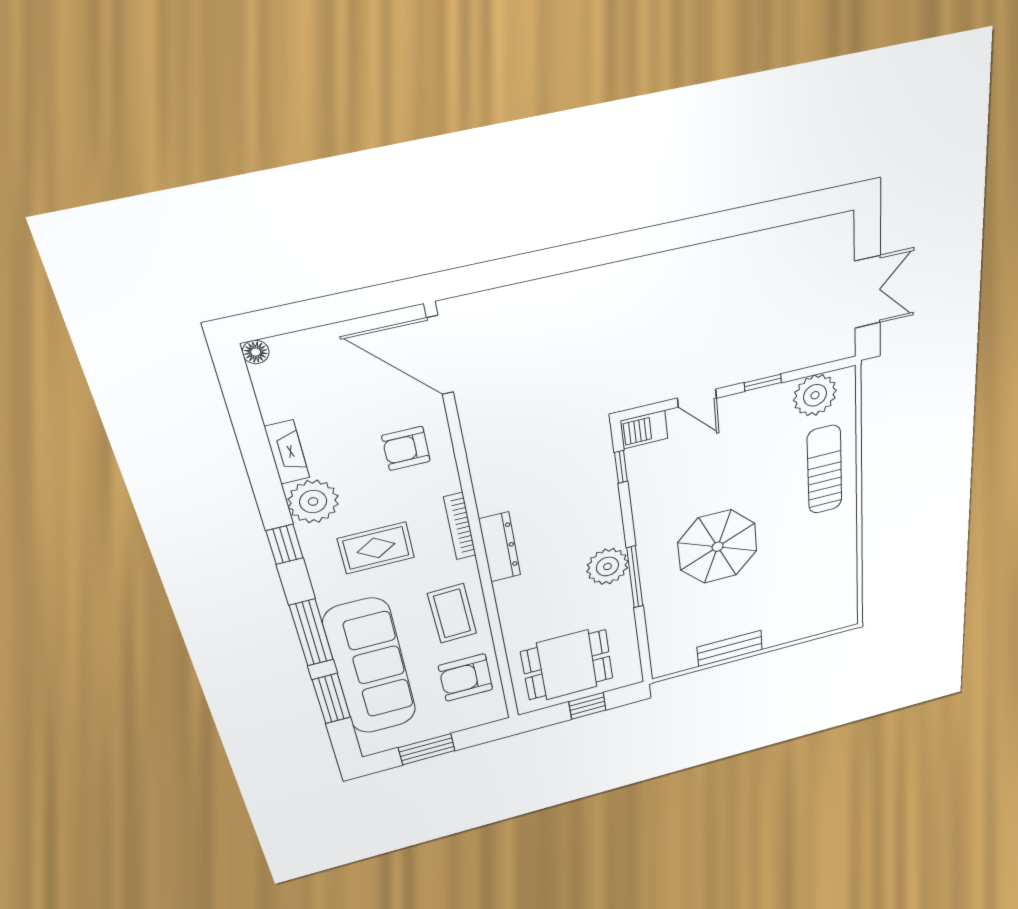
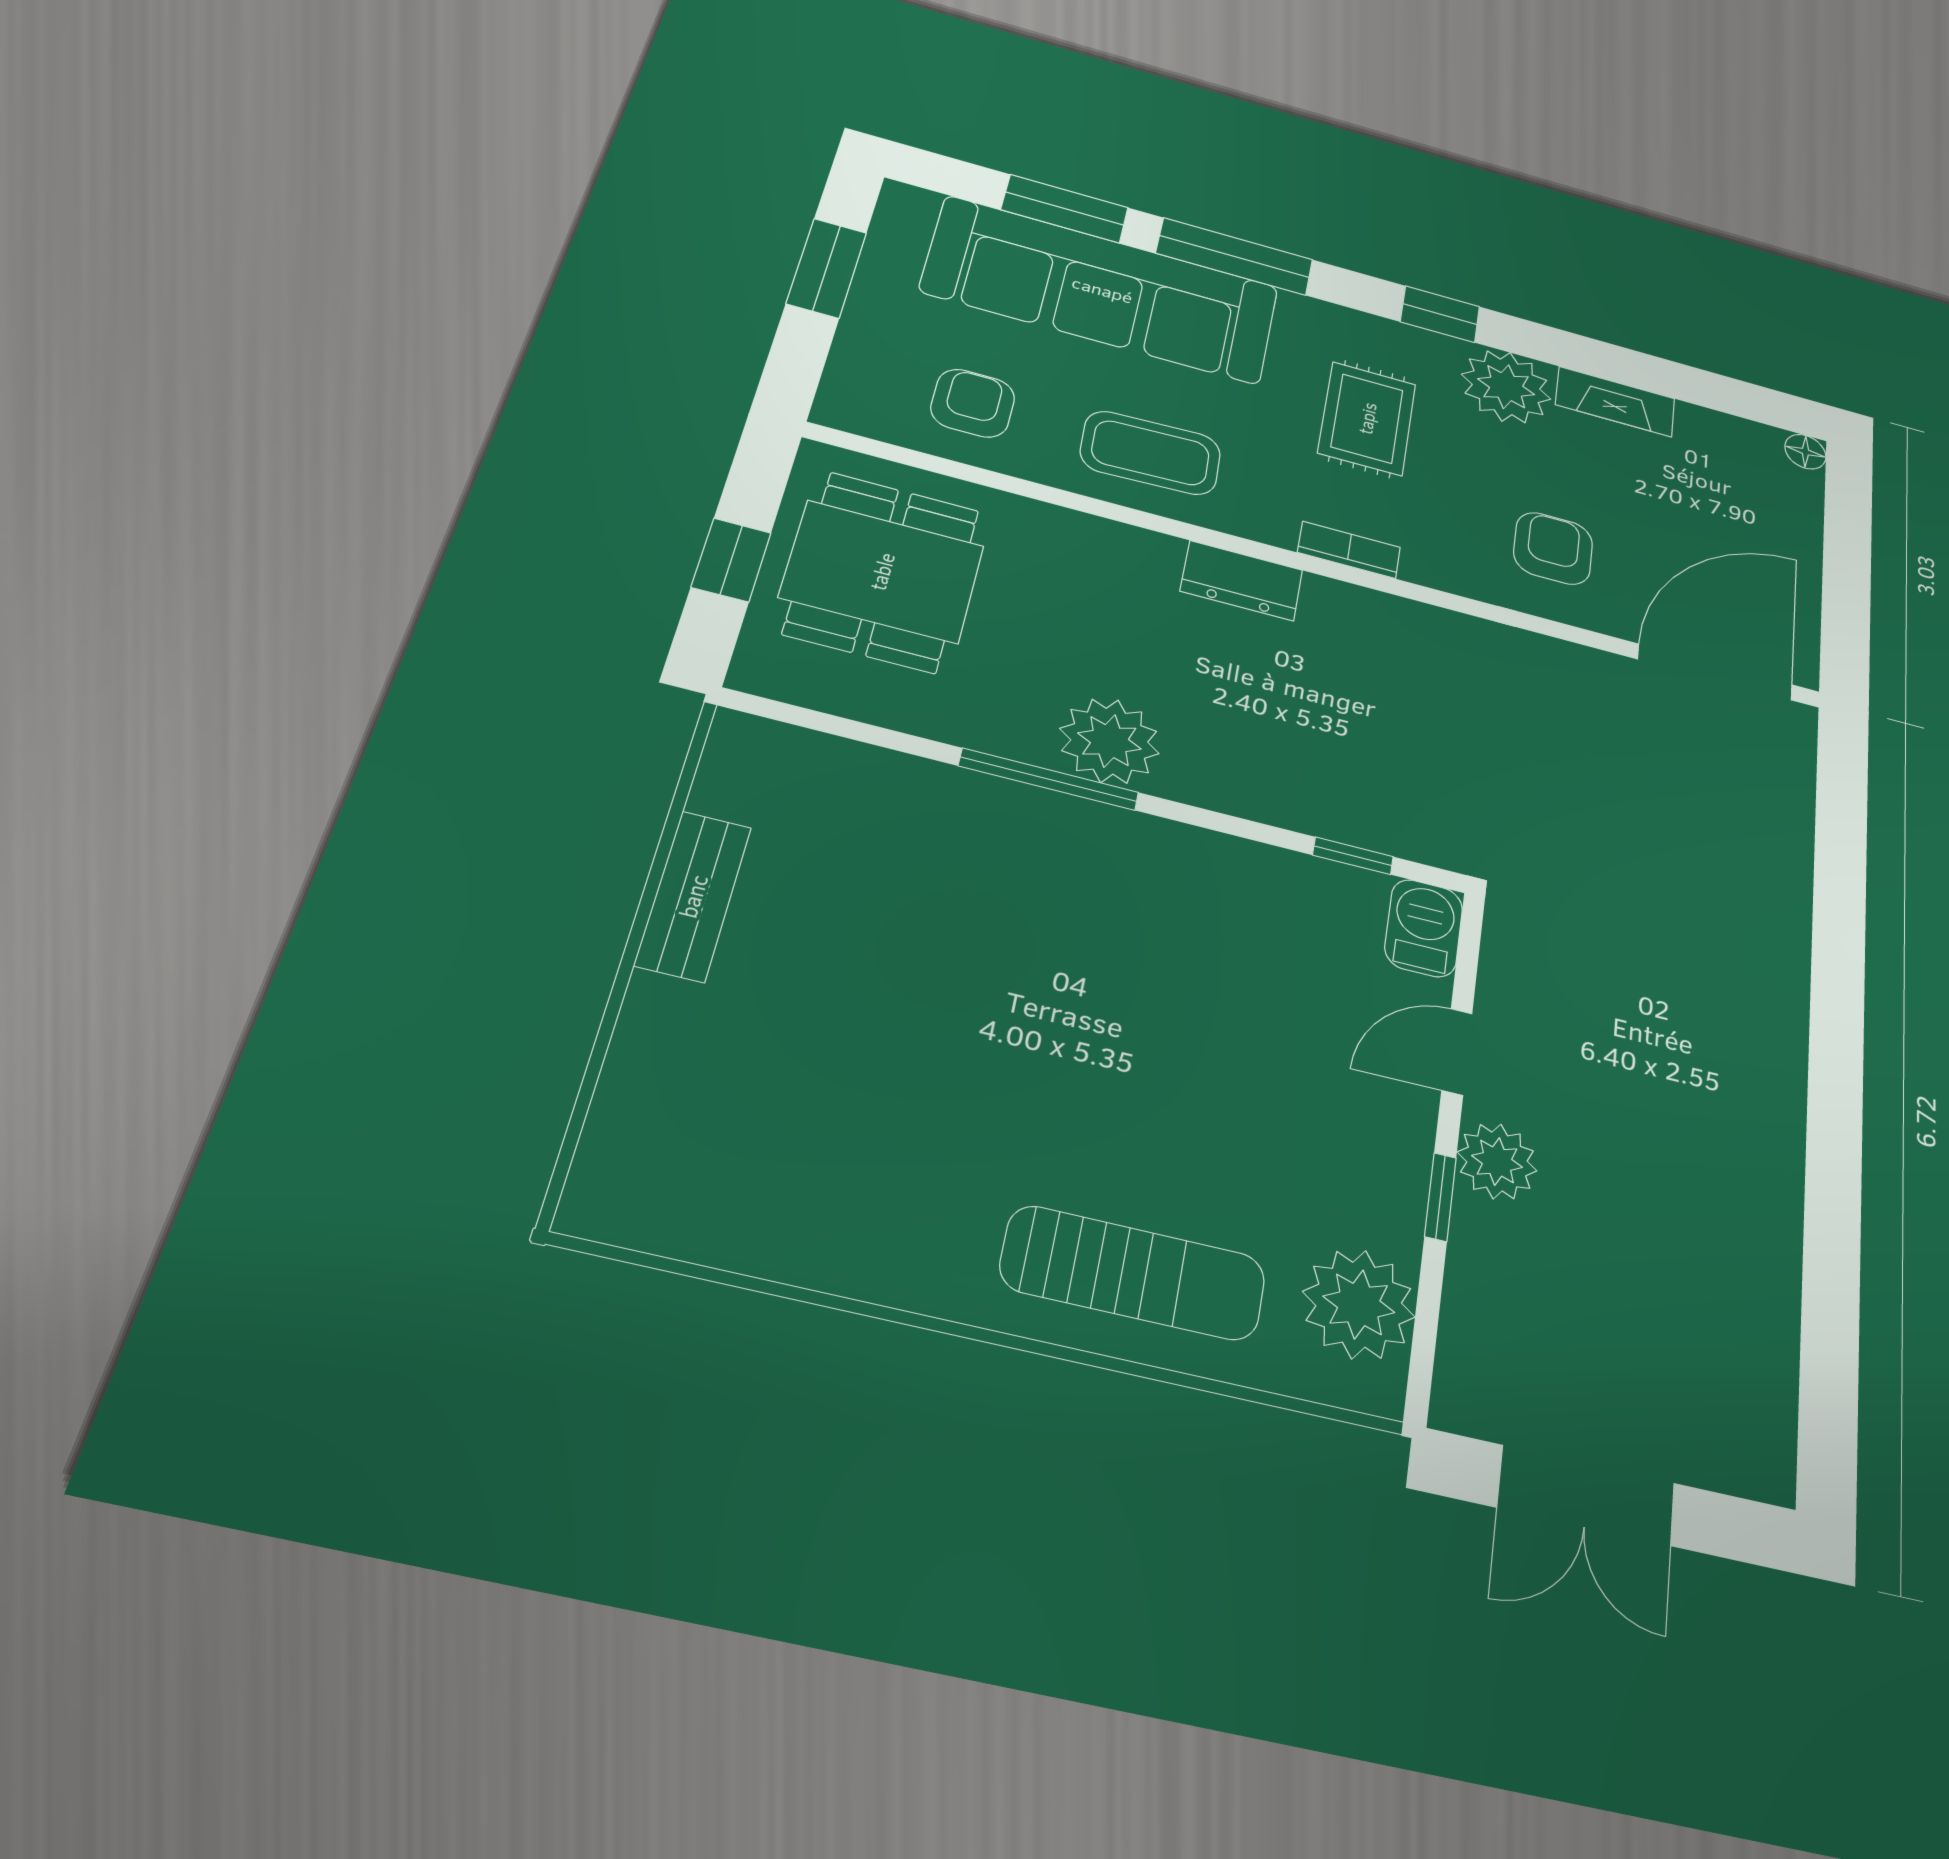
plant: (740, 368) -> (1497, 1161), added
bookcase: (460, 526) -> (1349, 550), width x0.64
dresser: (500, 547) -> (1242, 581), width x0.70
parasol: (718, 547) -> (1035, 968), removed
armchair: (466, 678) -> (973, 403), width x0.72, depth x0.72

